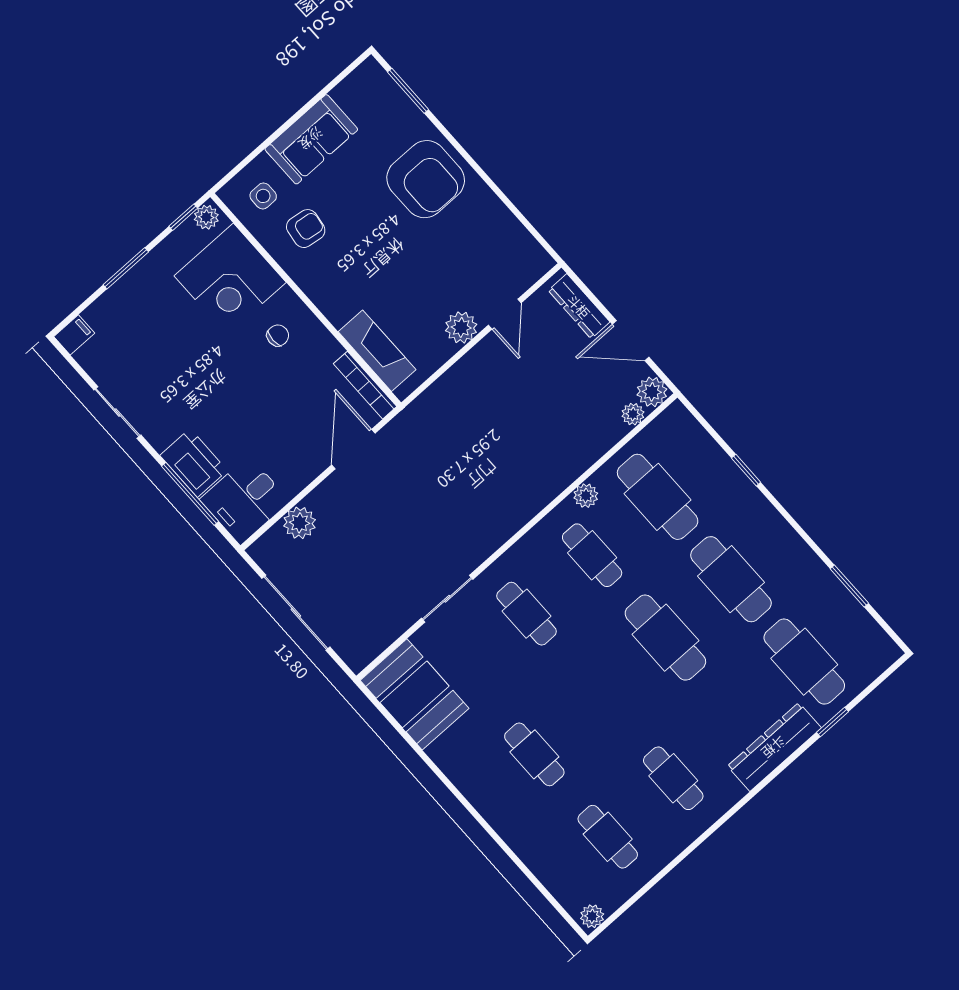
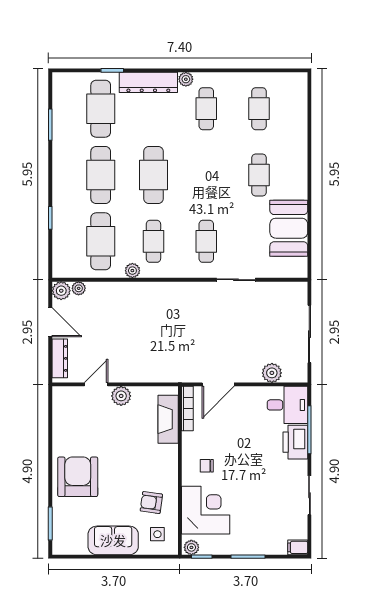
booth: (415, 694) -> (289, 228), moved
plant: (592, 916) -> (186, 79), moved

